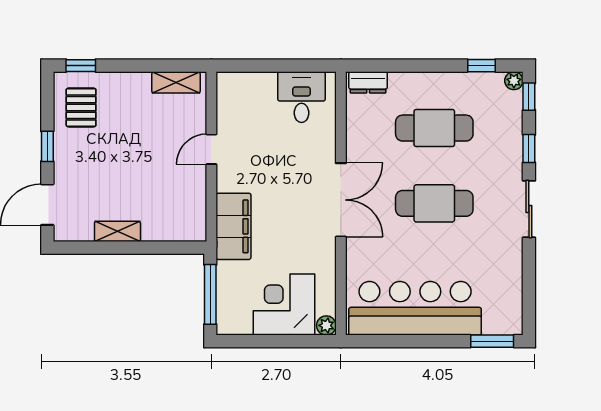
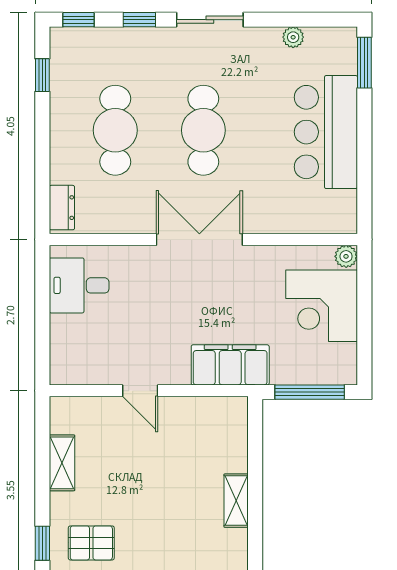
plant: (514, 81) -> (293, 37), moved
shelving: (176, 82) -> (62, 463), moved
bar counter: (415, 308) -> (326, 132), width x0.73

